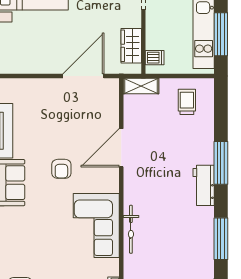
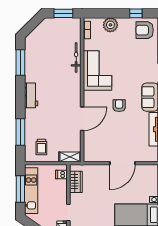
door: (83, 76) -> (122, 163), moved
window: (221, 163) -> (20, 132), moved
bicycle: (131, 229) -> (76, 57), moved

